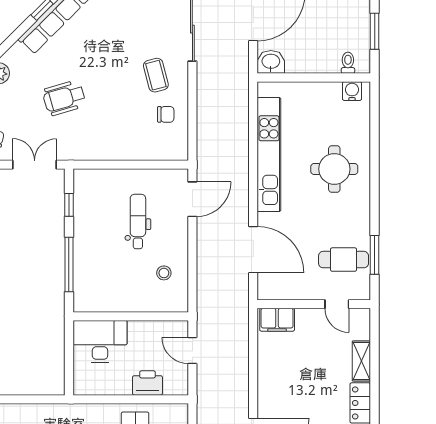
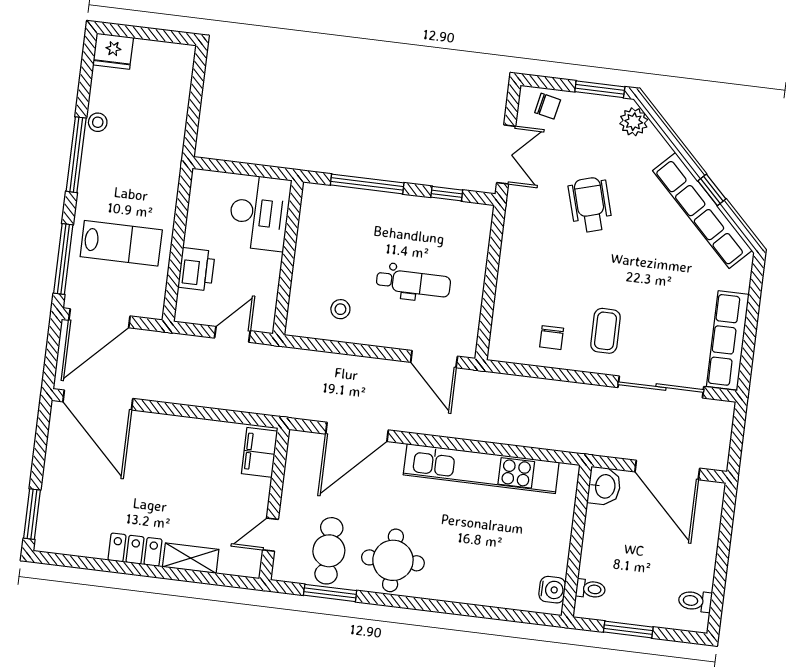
coffee table: (156, 75) -> (605, 331), turned -75
round table: (334, 169) -> (393, 560), moved

